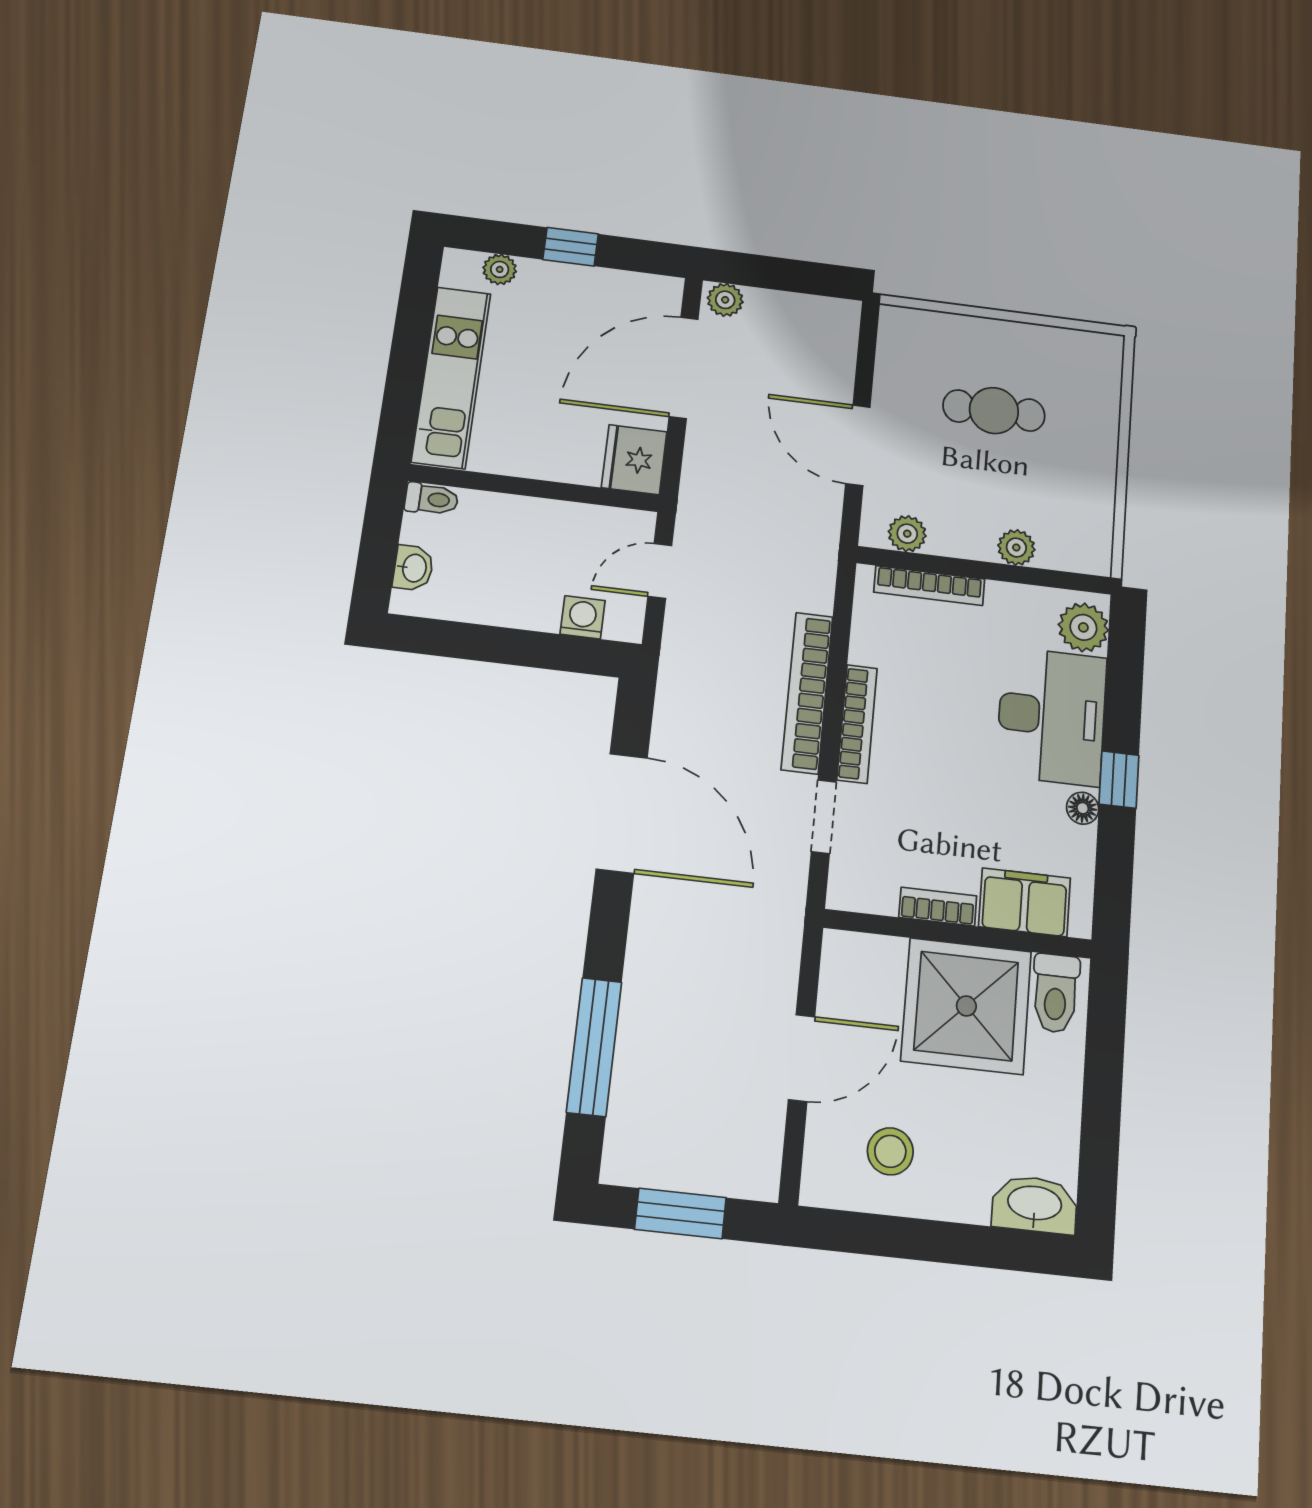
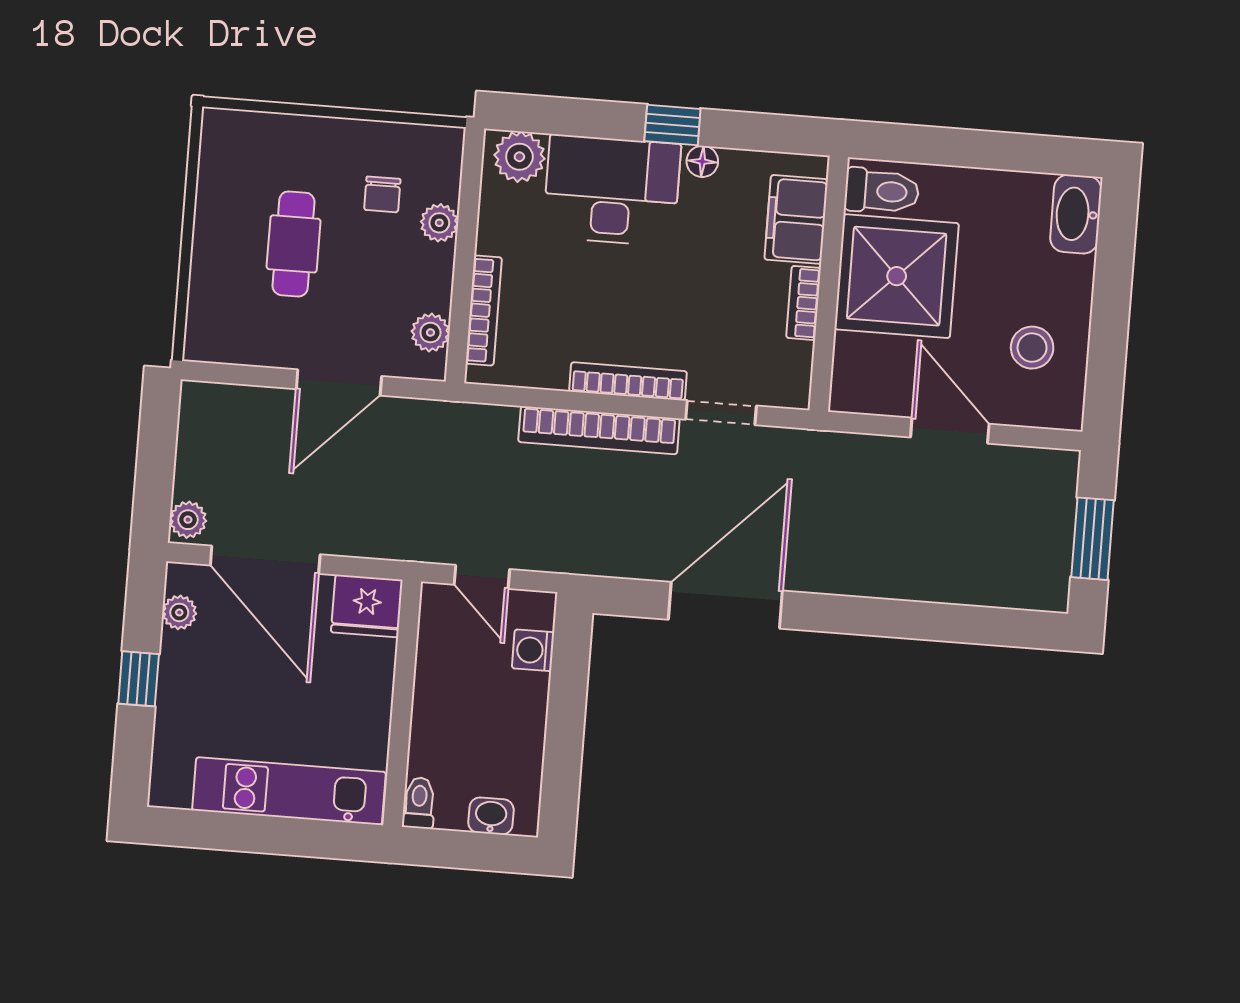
plant: (500, 269) -> (179, 612), moved
chair: (1044, 495) -> (382, 194), added
window: (594, 1047) -> (946, 623), removed

